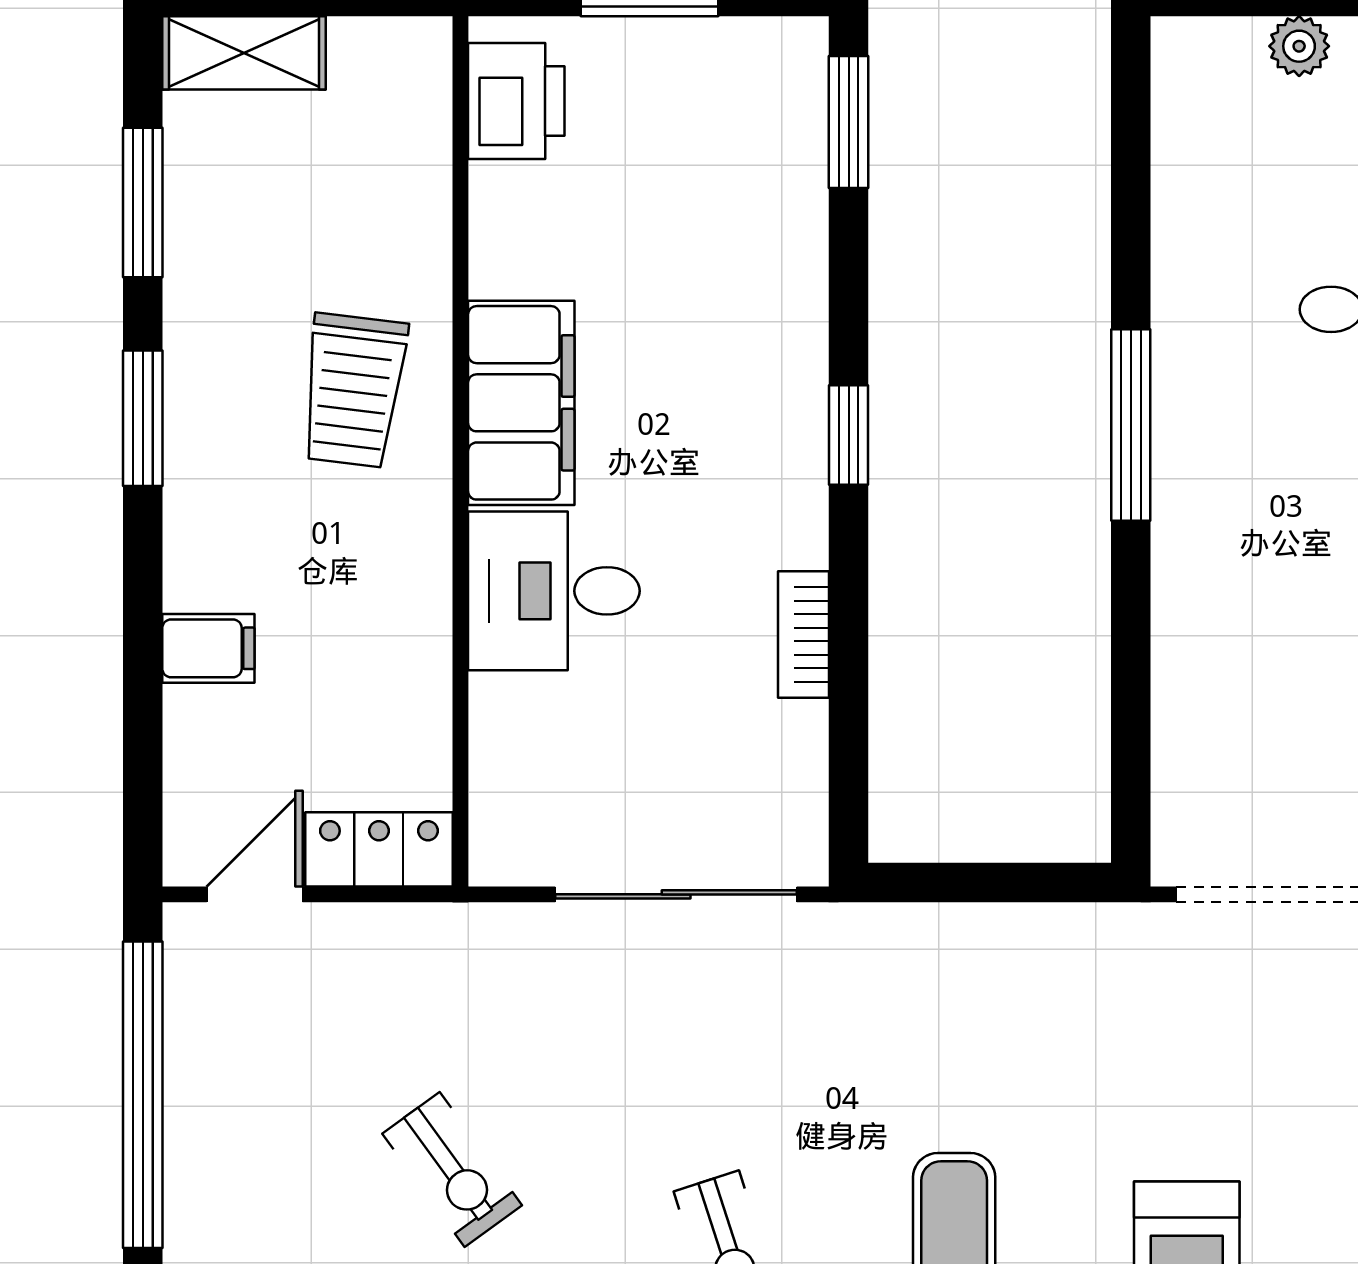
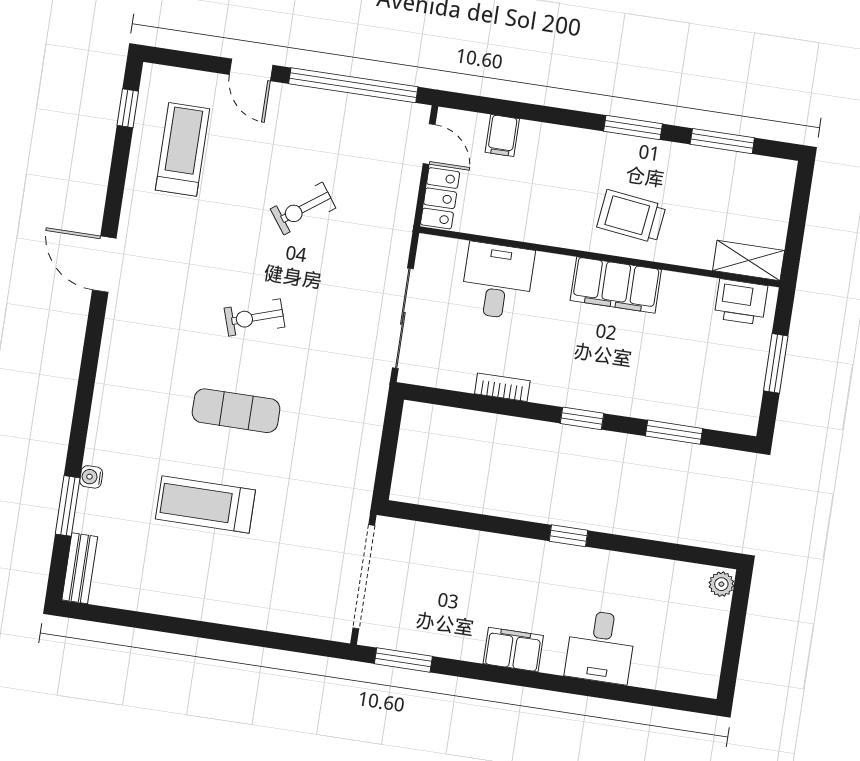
plant: (1299, 46) -> (721, 584), moved
shelving: (244, 53) -> (749, 260), moved, turned 90
window: (849, 122) -> (674, 432), moved
window: (1131, 425) -> (568, 536), width x0.46
desk: (554, 591) -> (497, 281), moved
filing cabinet: (208, 648) -> (502, 136), moved

